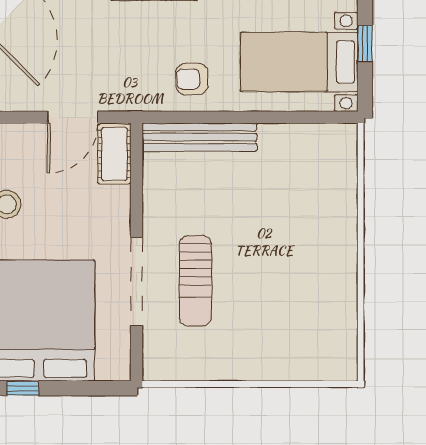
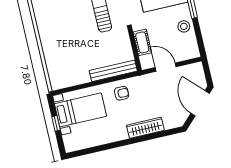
door: (73, 117) -> (166, 67), hinge flipped
cot: (114, 154) -> (142, 42), moved

